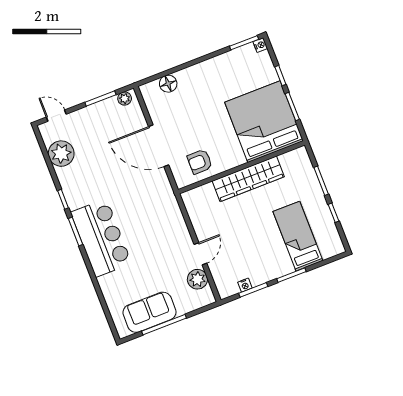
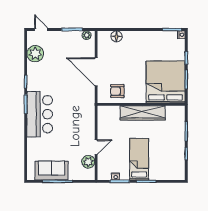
bed: (298, 236) -> (139, 159), moved

